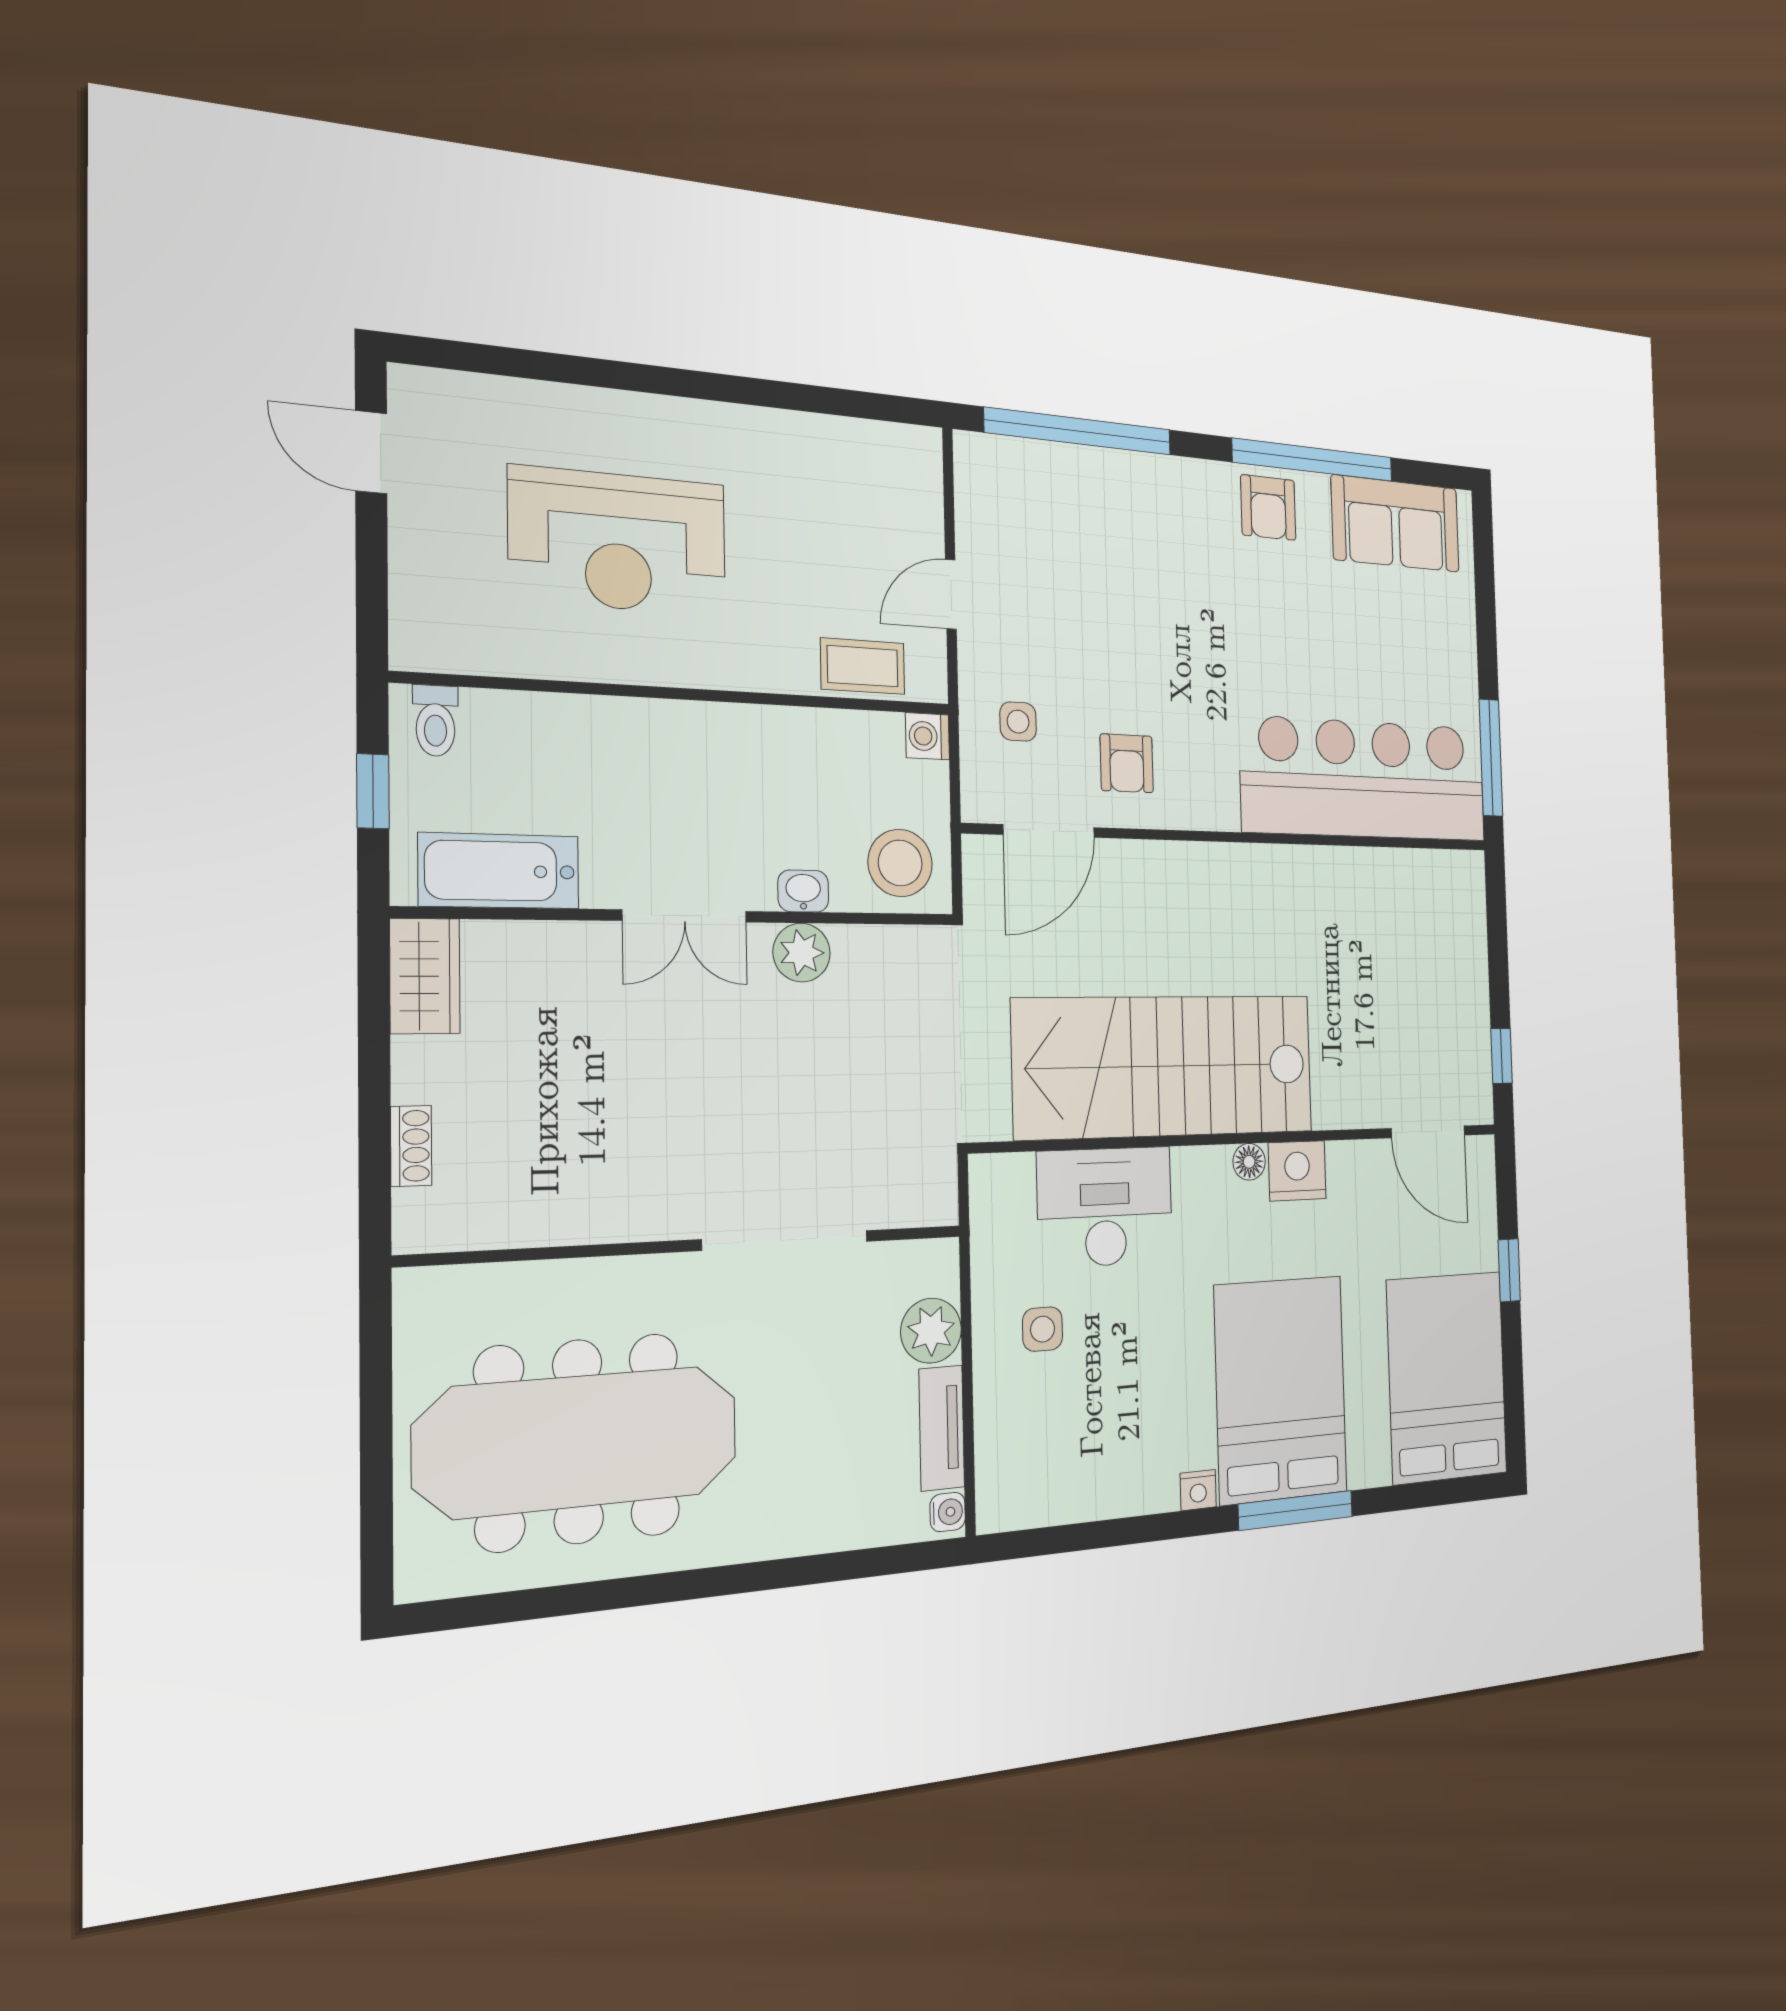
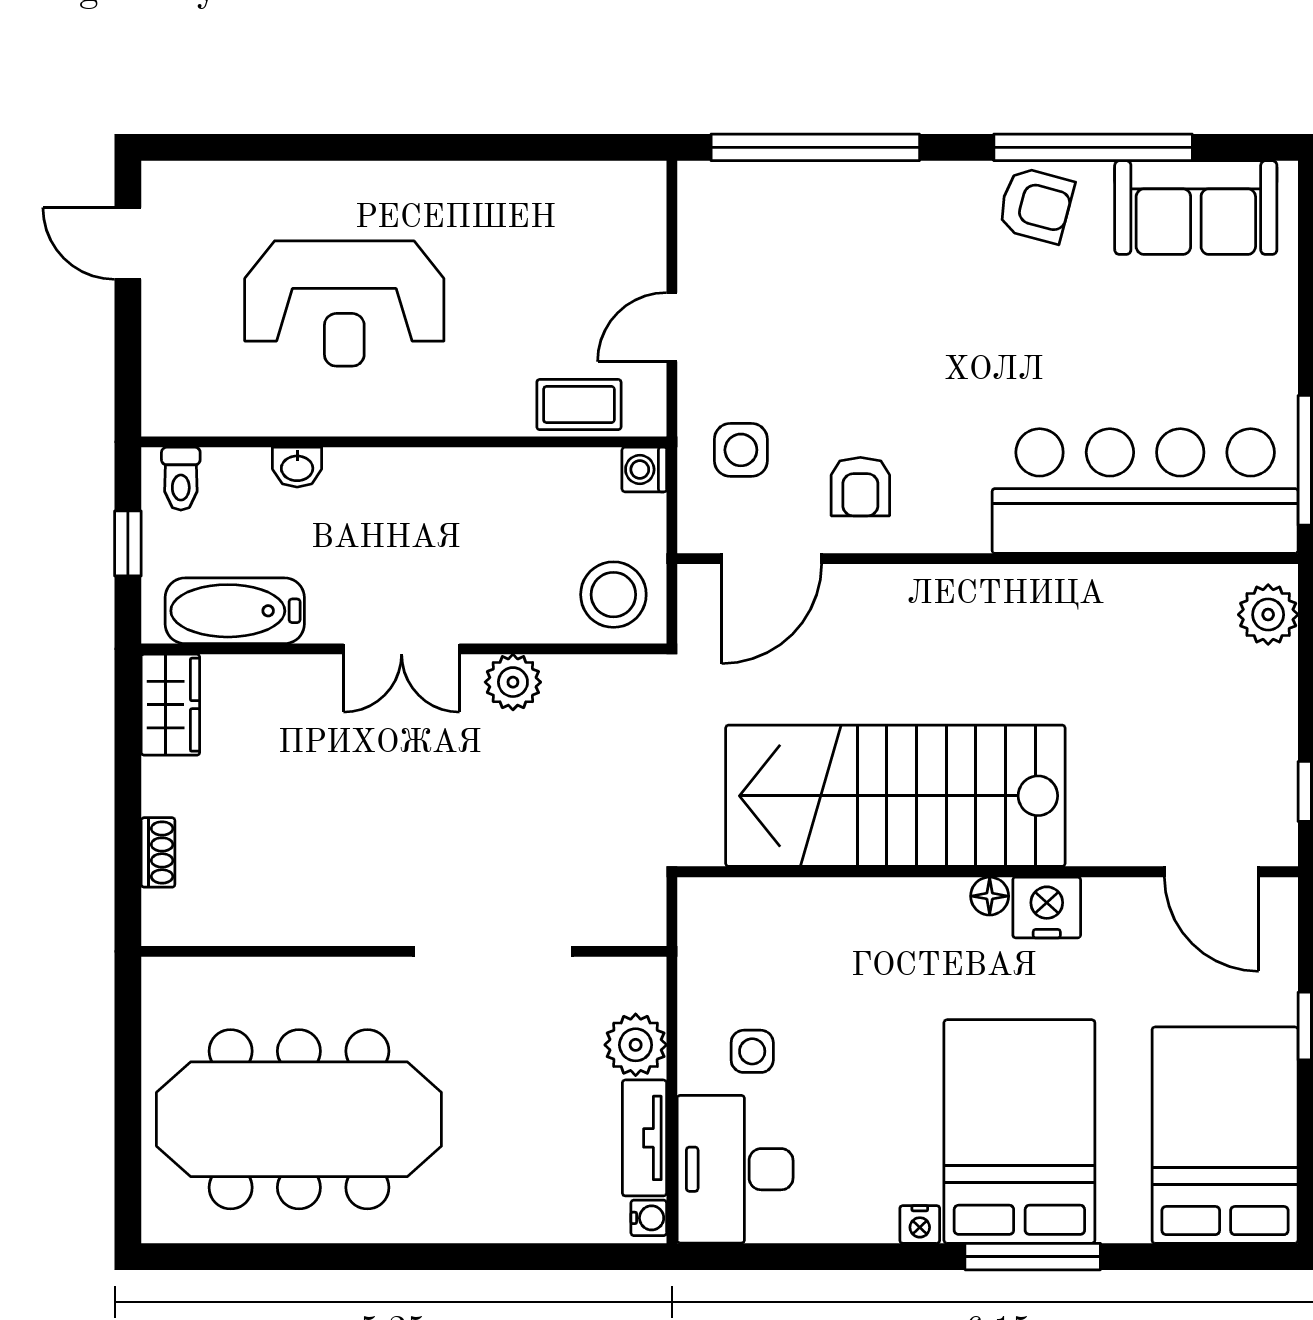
armchair: (1268, 508) -> (1036, 205), turned -75
side table: (1018, 722) -> (741, 450), width x1.37, depth x1.37
washbasin: (803, 891) -> (297, 467), moved, turned 180
plant: (1463, 895) -> (1268, 615), added
desk: (1105, 1207) -> (735, 1169), moved, turned -90

